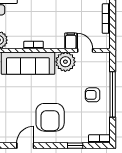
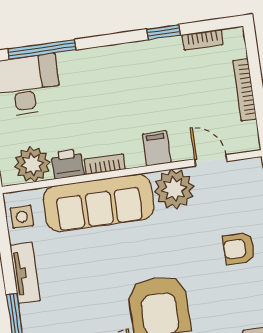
filing cabinet: (71, 41) -> (157, 148), moved
printer: (16, 42) -> (68, 164), added

